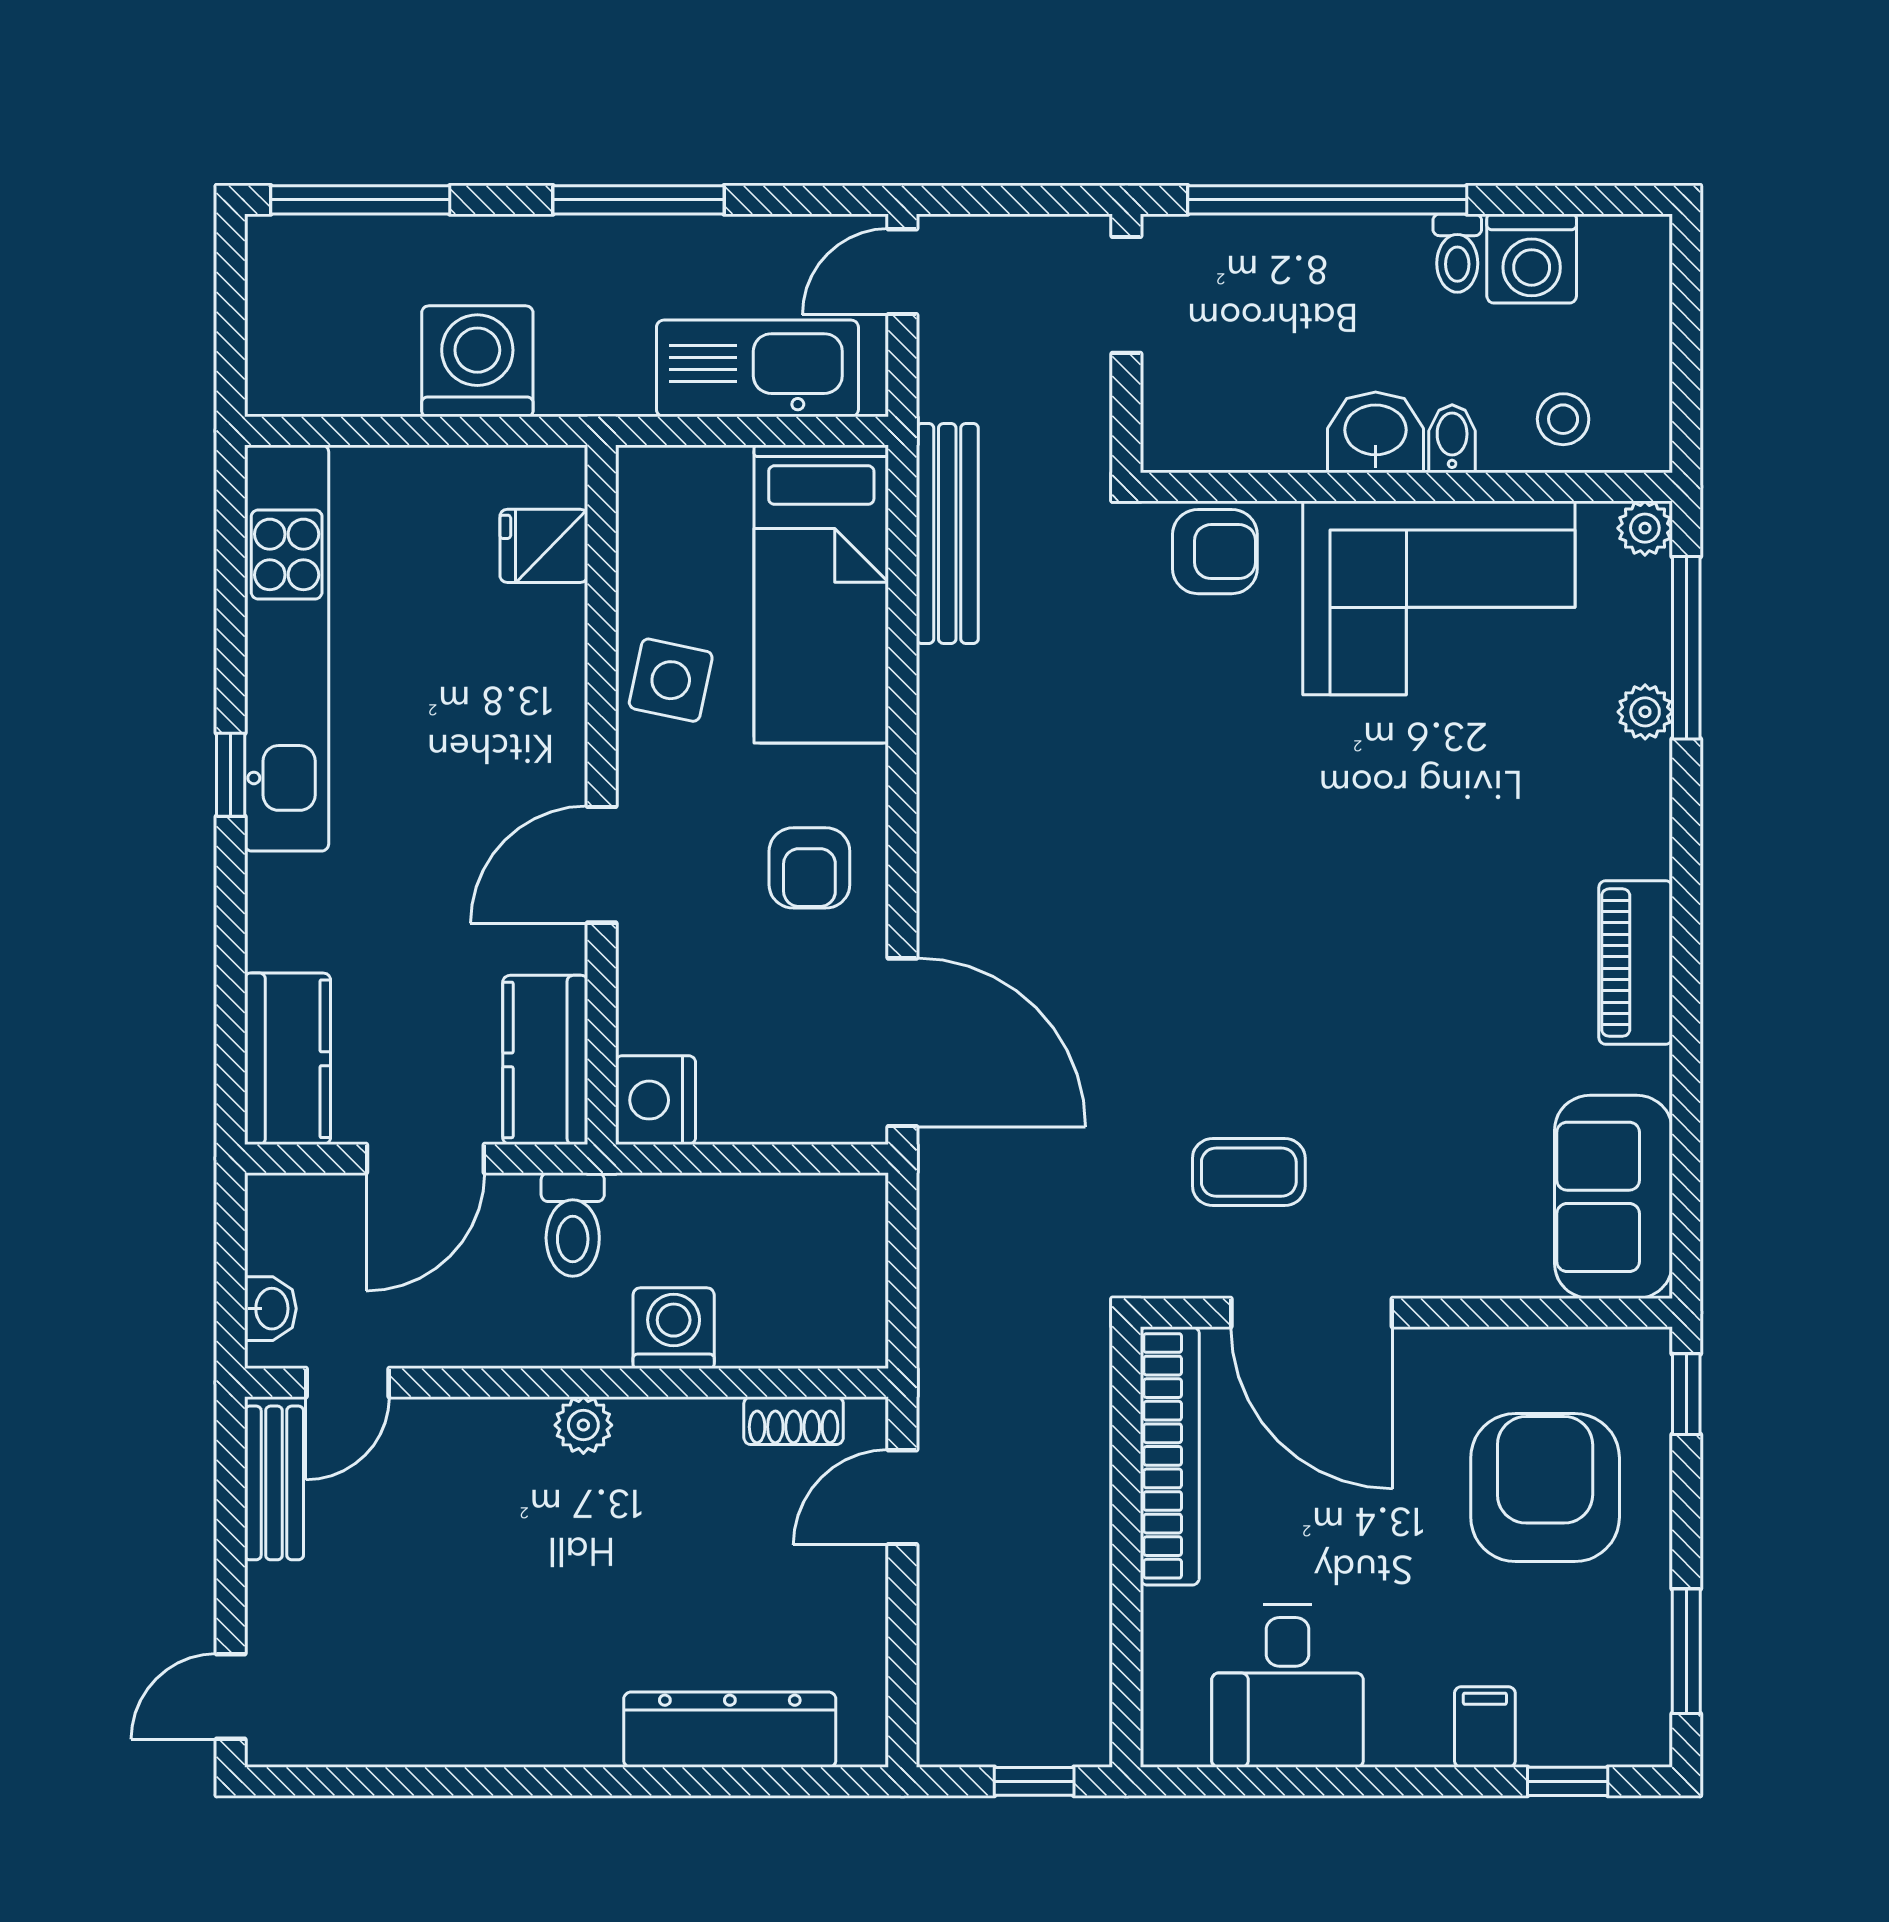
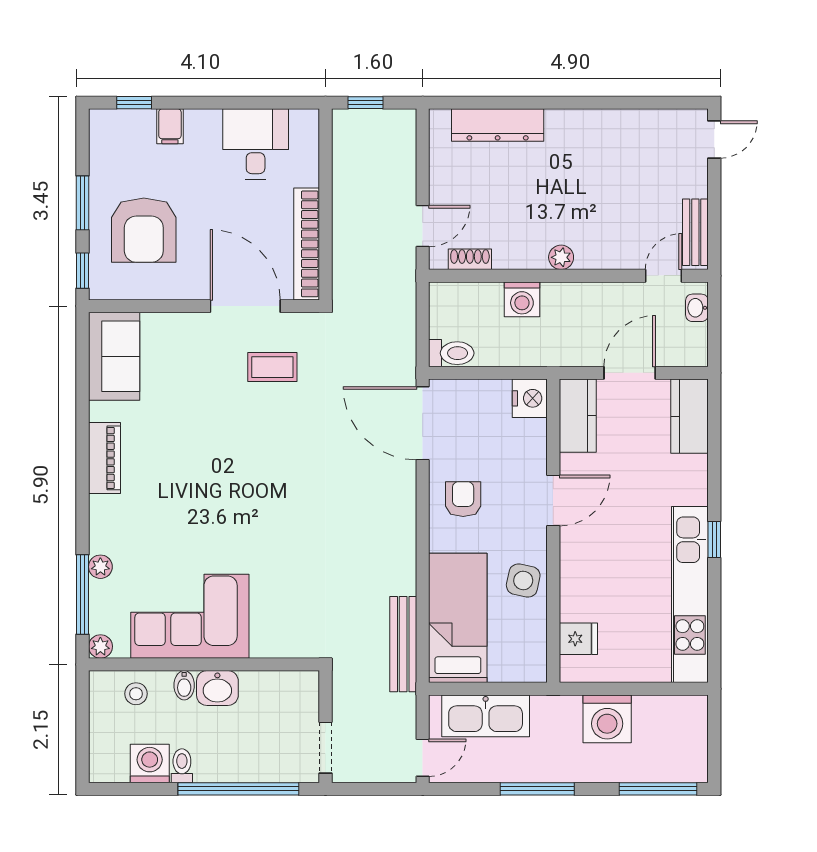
armchair: (1215, 552) -> (287, 636), removed
toilet: (573, 1224) -> (451, 353), moved, turned 90
window: (1686, 1651) -> (83, 203), moved

